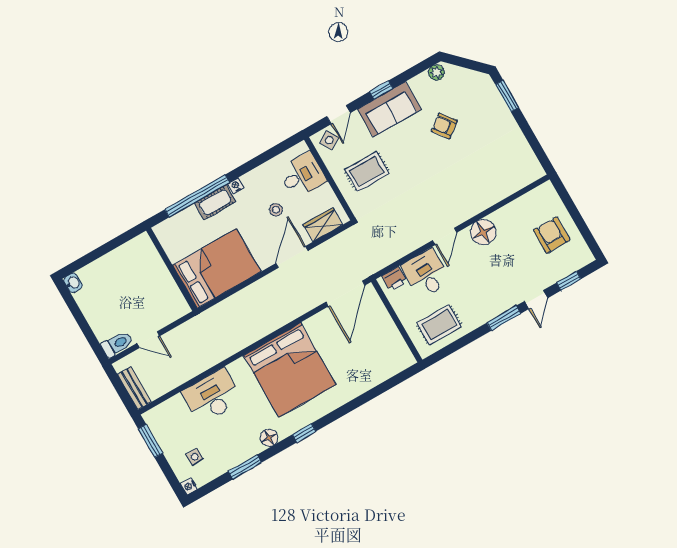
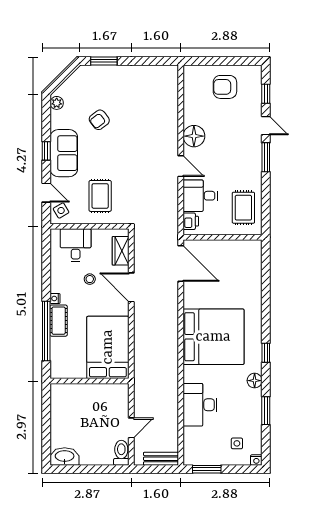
washbasin: (73, 283) -> (65, 457), width x1.91, depth x1.45

